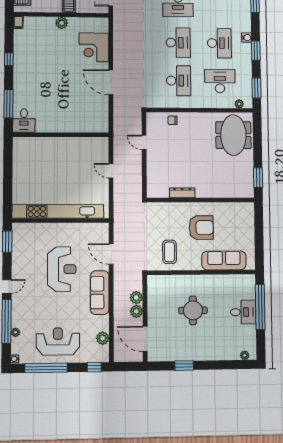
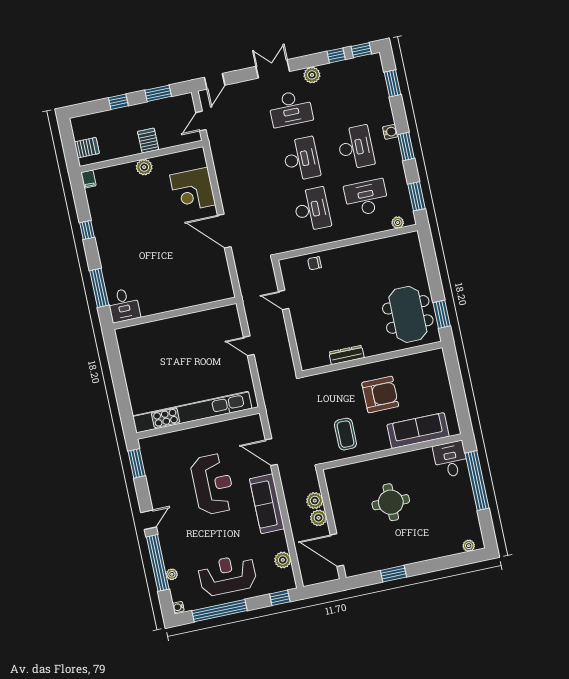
meeting table: (233, 135) -> (408, 314), moved
desk: (243, 312) -> (451, 459), moved, turned -90

